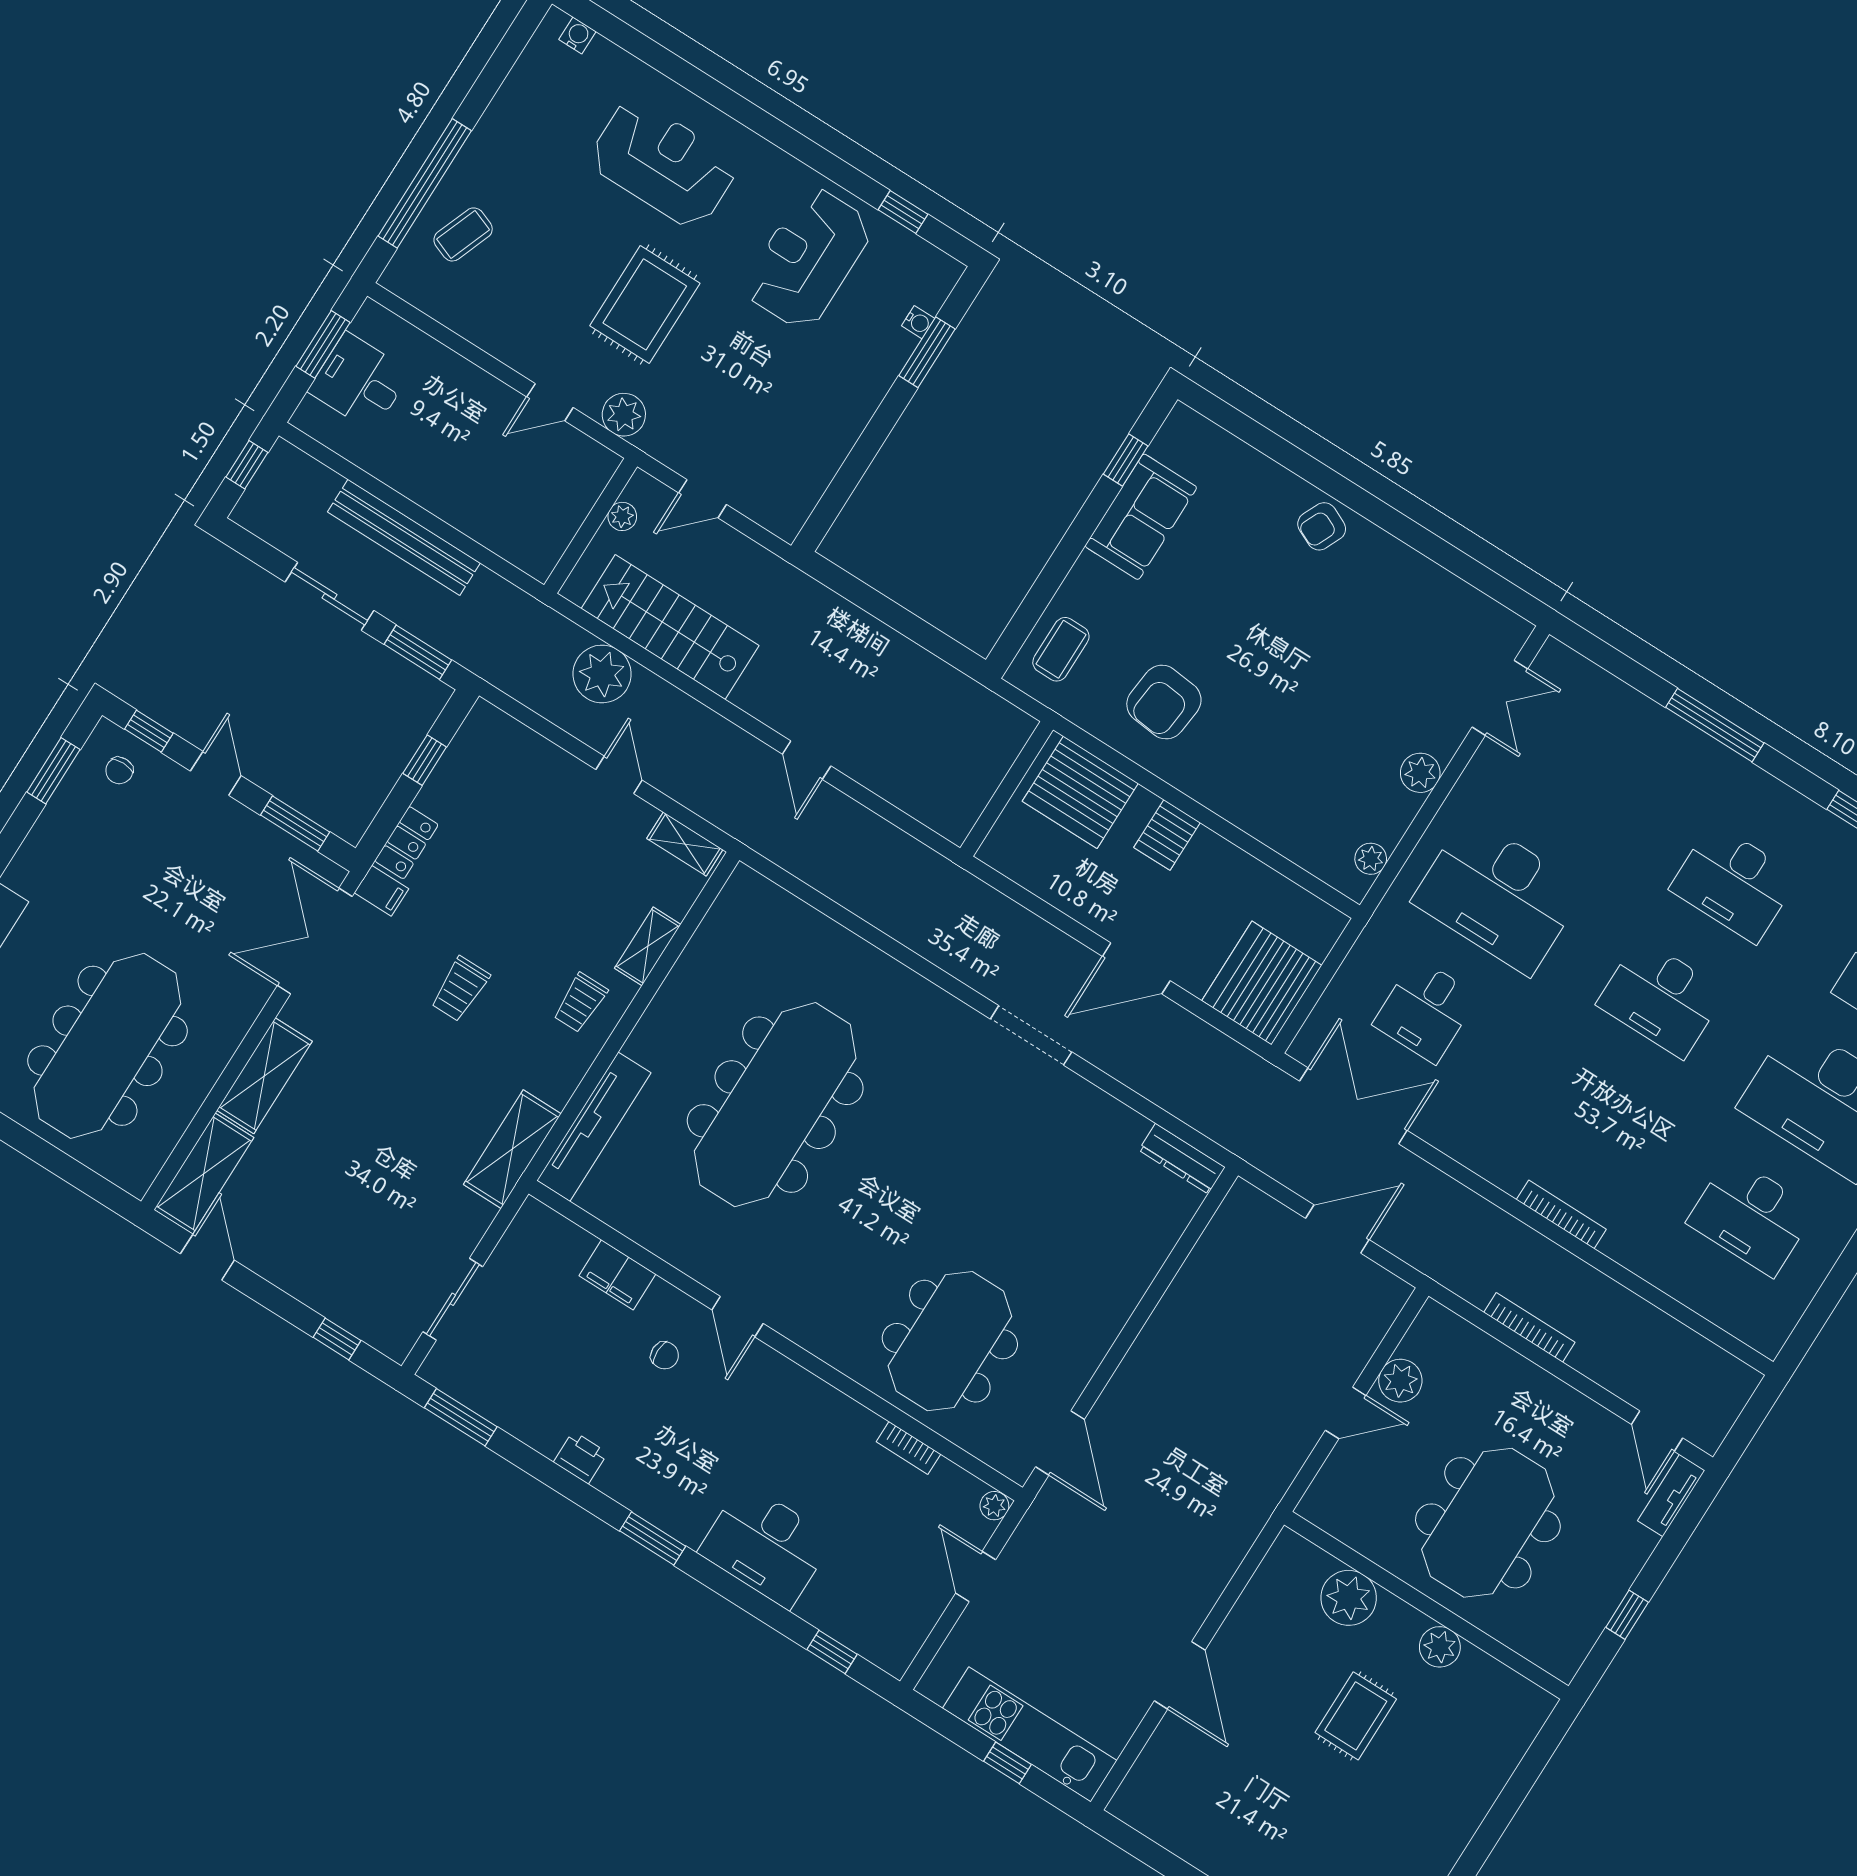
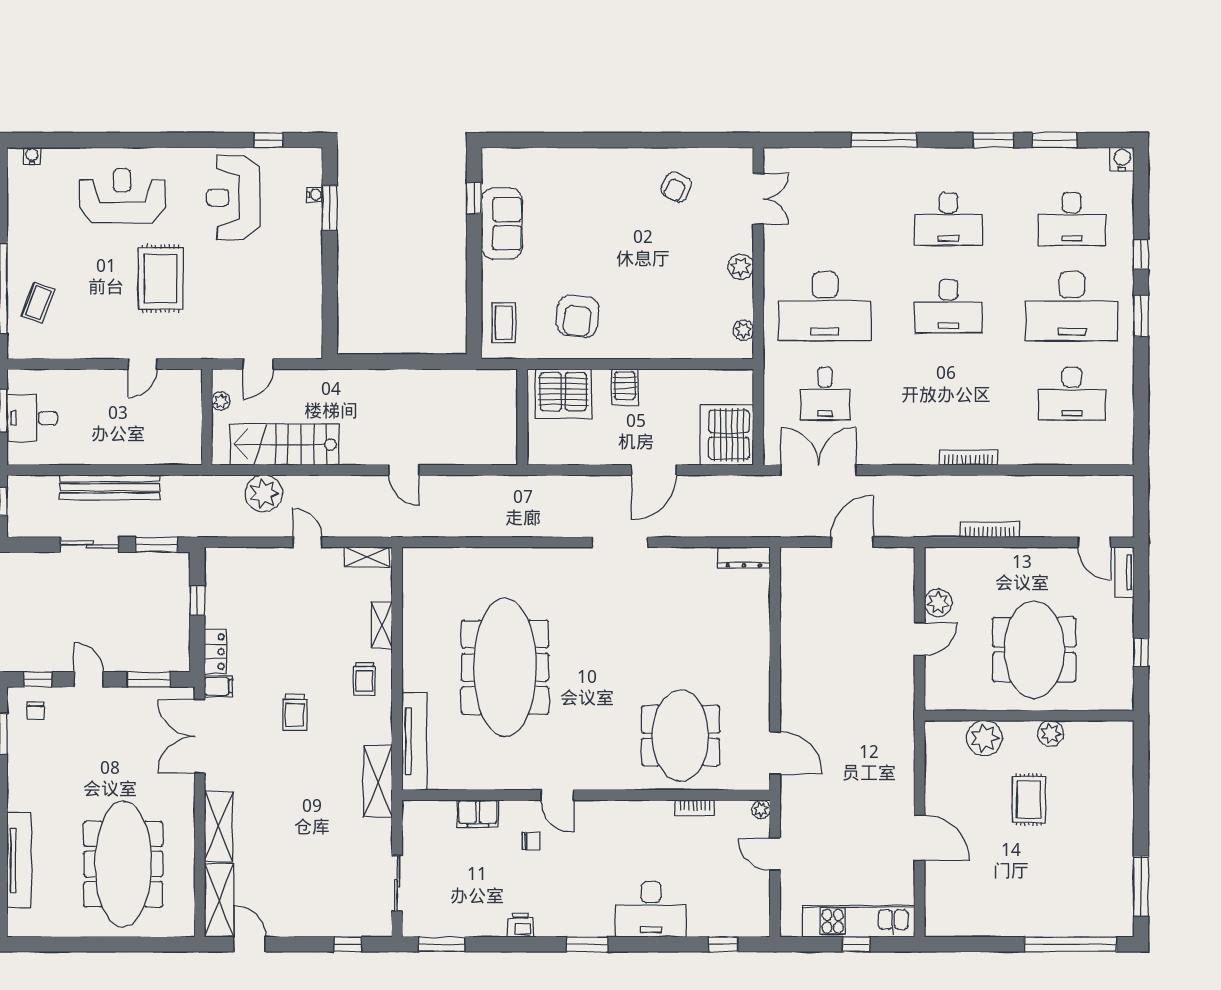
plant: (624, 415) -> (187, 345), removed
armchair: (1322, 526) -> (676, 187), moved

